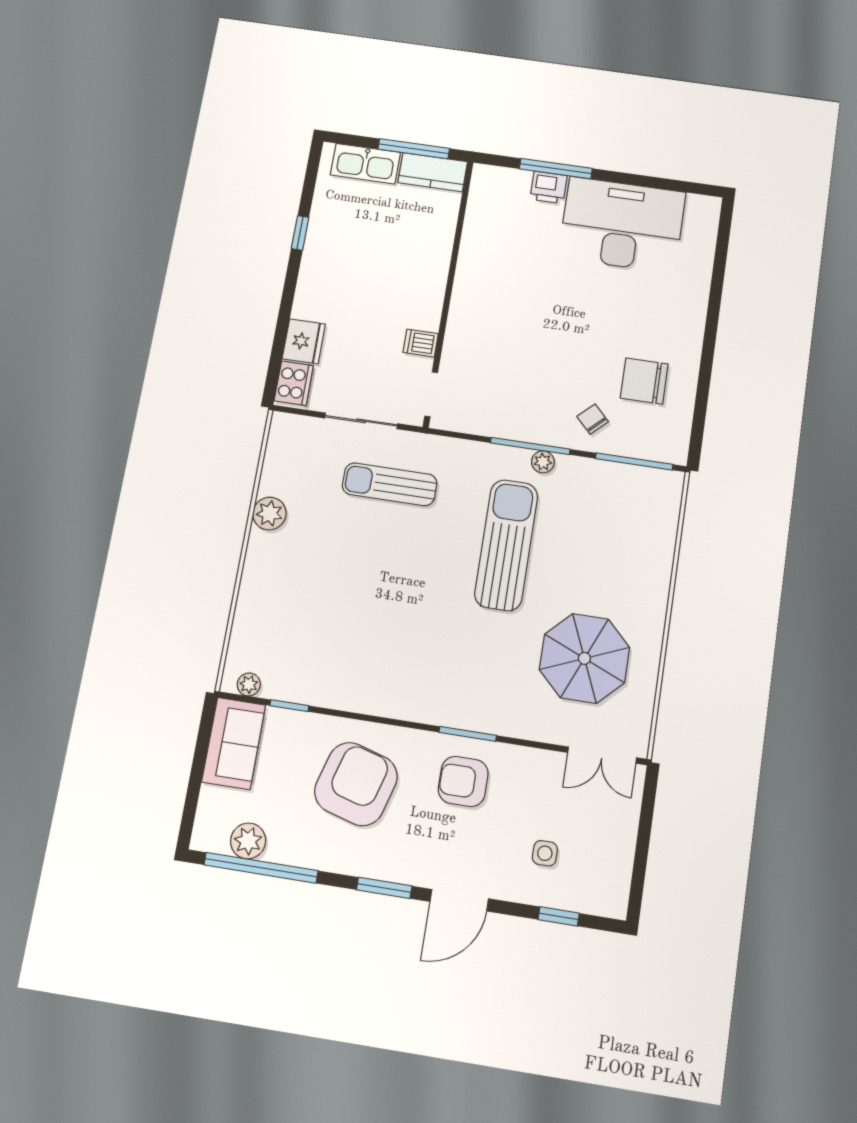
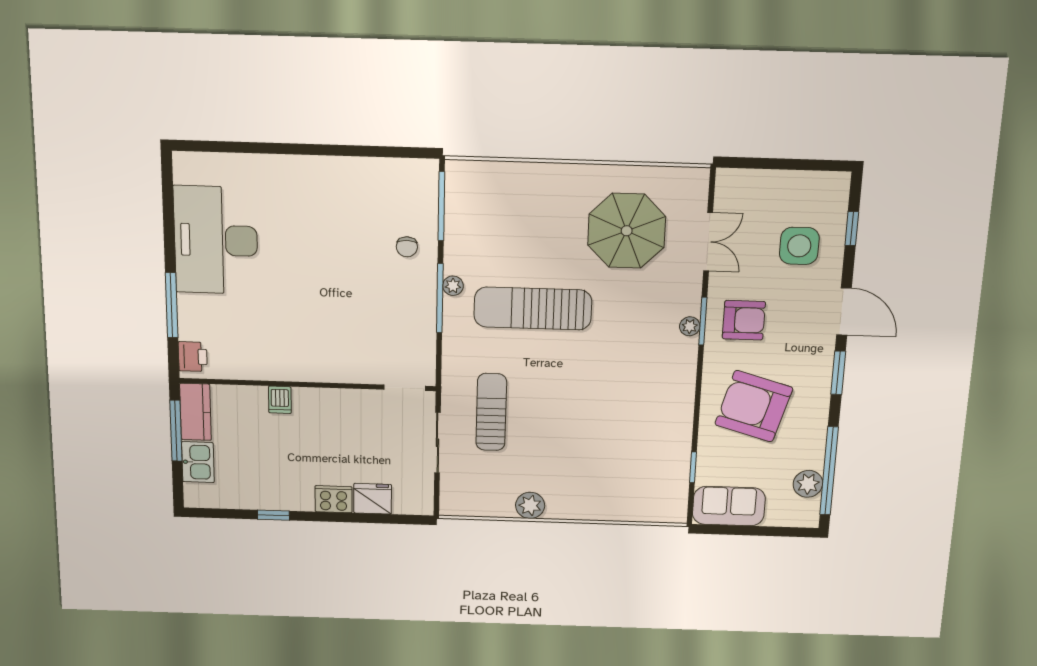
kitchen sink: (365, 164) -> (198, 462), width x0.73
printer: (549, 187) -> (193, 357), moved
dishwasher: (421, 343) -> (280, 400), moved
chair: (644, 381) -> (364, 205), removed
cooker: (294, 383) -> (334, 499), moved
chair: (593, 419) -> (407, 247), turned -46
sun lounger: (390, 484) -> (491, 412), turned 180
plant: (249, 684) -> (690, 326), moved
double door: (602, 755) -> (708, 242), moved
armchair: (463, 781) -> (744, 320), turned -90
side table: (545, 853) -> (799, 246), width x1.87, depth x1.87

